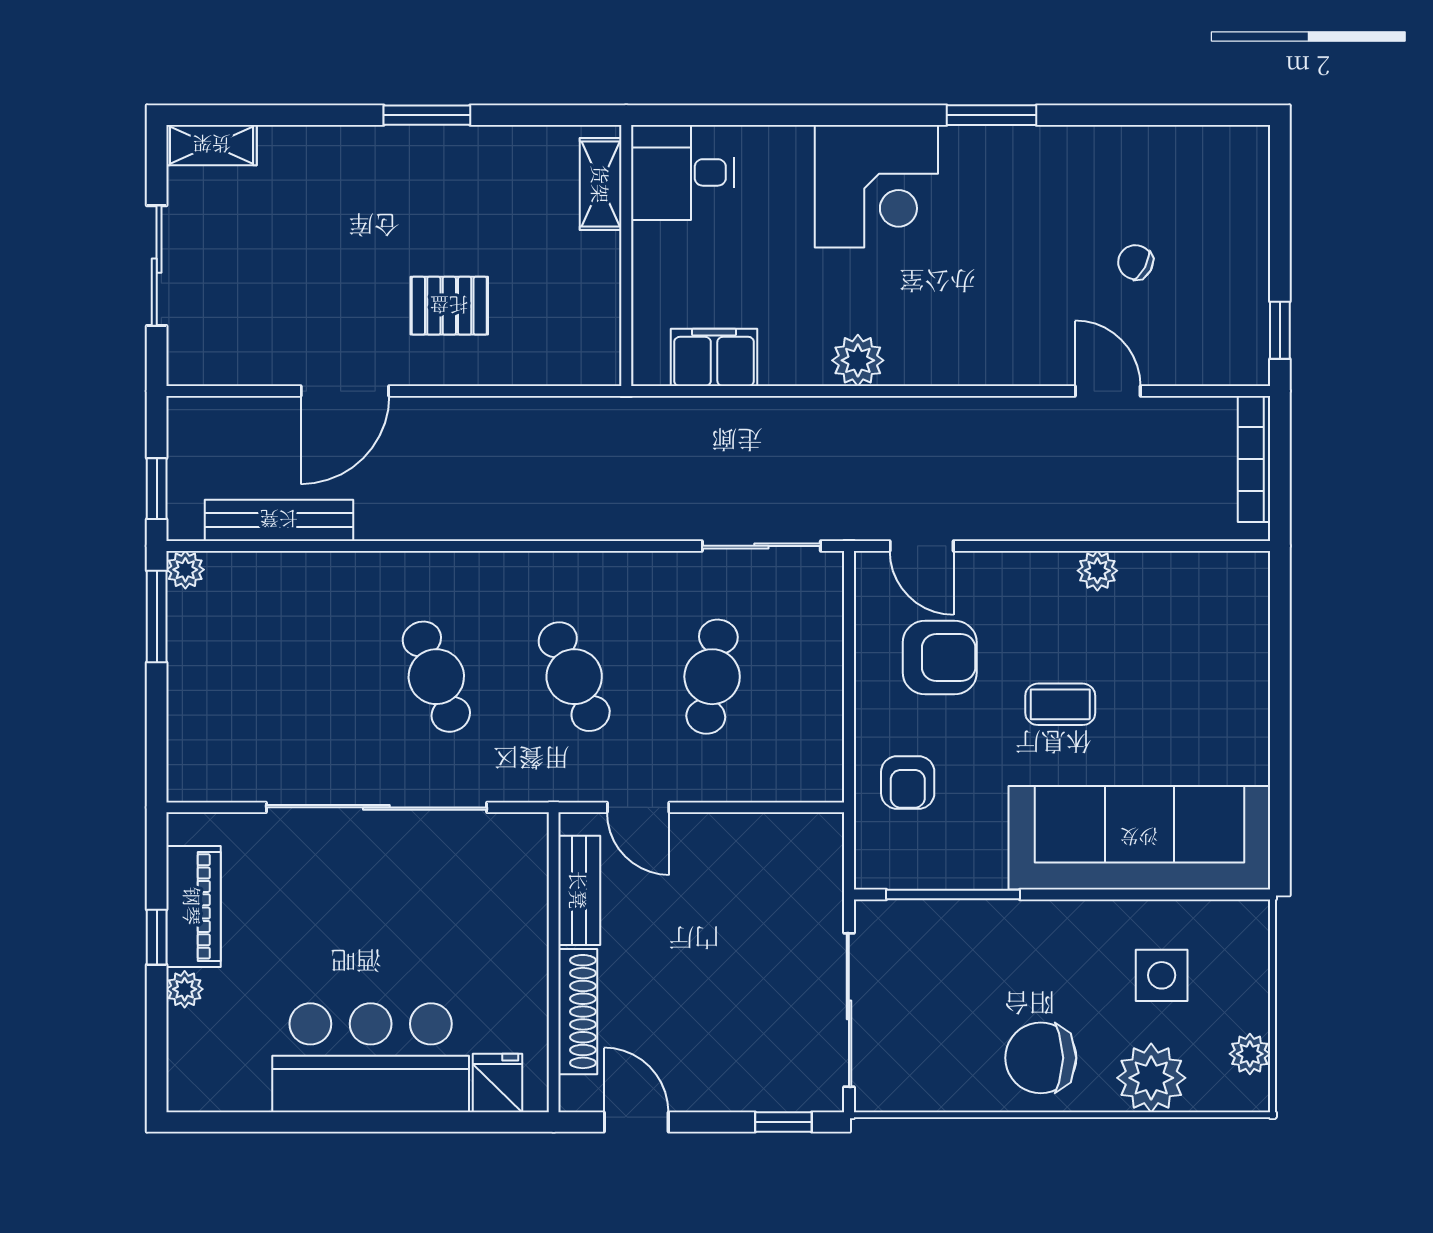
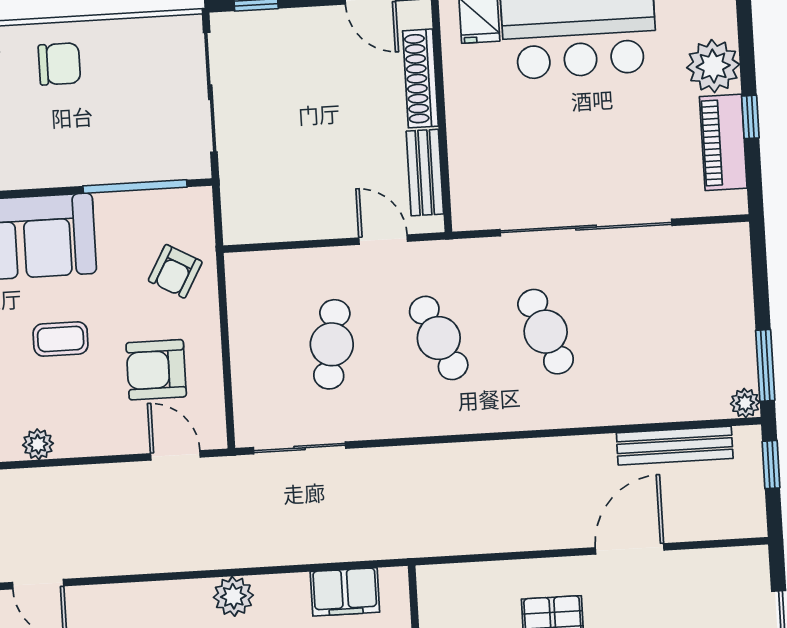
armchair: (908, 783) -> (175, 271), turned -151
plant: (185, 989) -> (713, 66), width x1.88, depth x1.88
chair: (1041, 1058) -> (59, 64), width x0.73, depth x0.73

